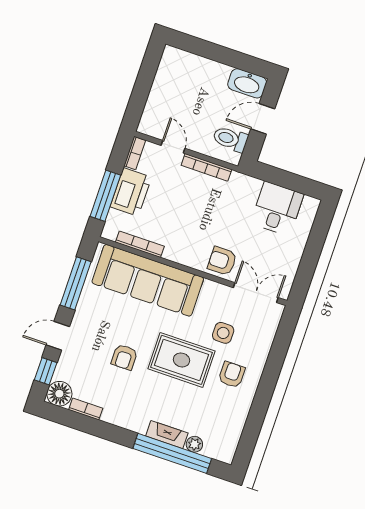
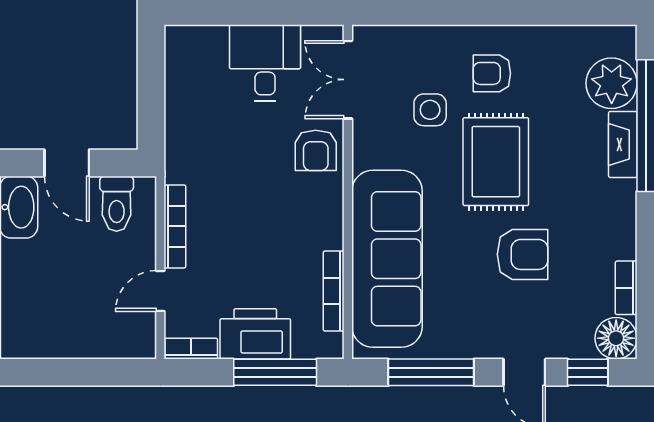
desk: (277, 209) -> (265, 63), moved, turned 90
armchair: (124, 357) -> (522, 254), width x1.38, depth x1.38
plant: (194, 444) -> (612, 83), width x1.87, depth x1.87

